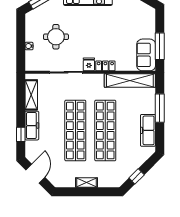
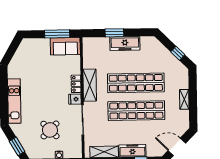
round table: (56, 37) -> (50, 130), turned 45
shelving: (130, 80) -> (90, 85), moved, width x0.68
window: (160, 108) -> (114, 33), width x0.69
freezer: (148, 130) -> (125, 44), moved

